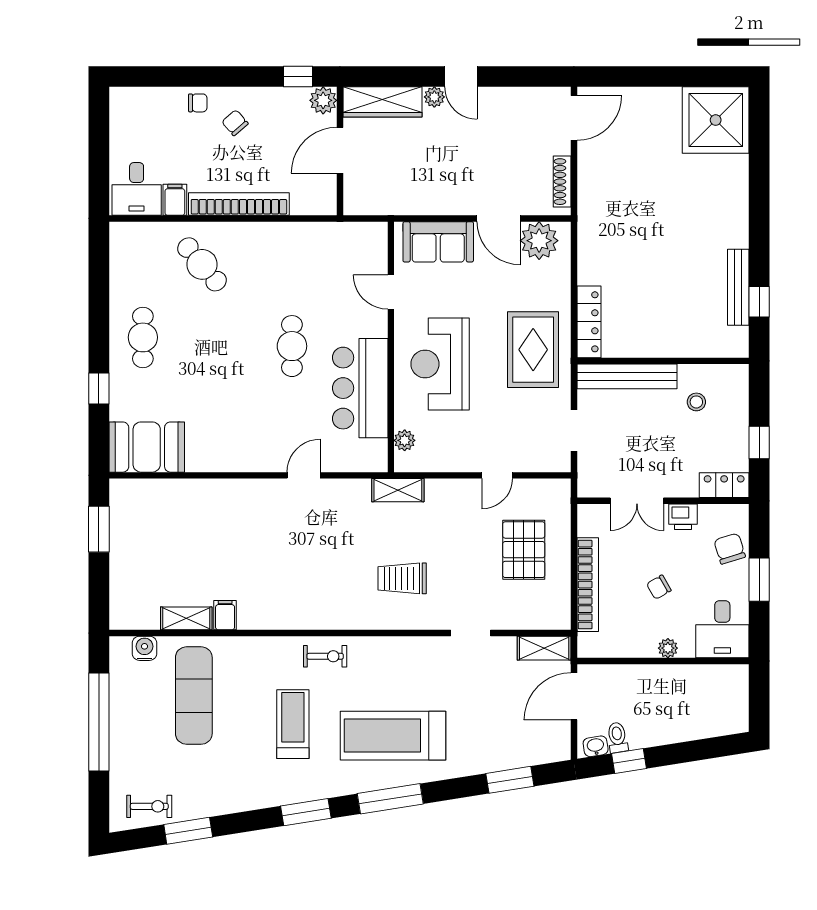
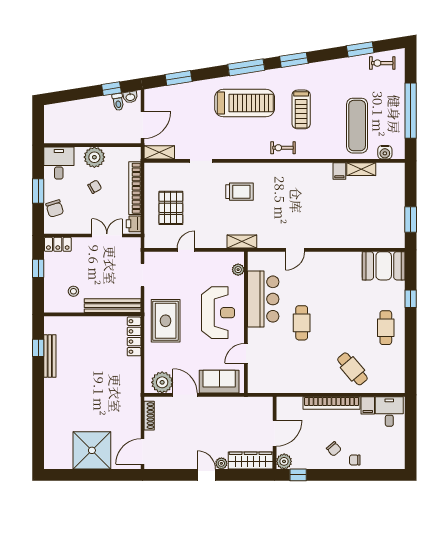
shower: (716, 120) -> (92, 450), moved
door: (391, 292) -> (246, 353), swing flipped
printer: (683, 517) -> (134, 224), moved, turned -90
plant: (668, 648) -> (94, 157), width x1.88, depth x1.88

